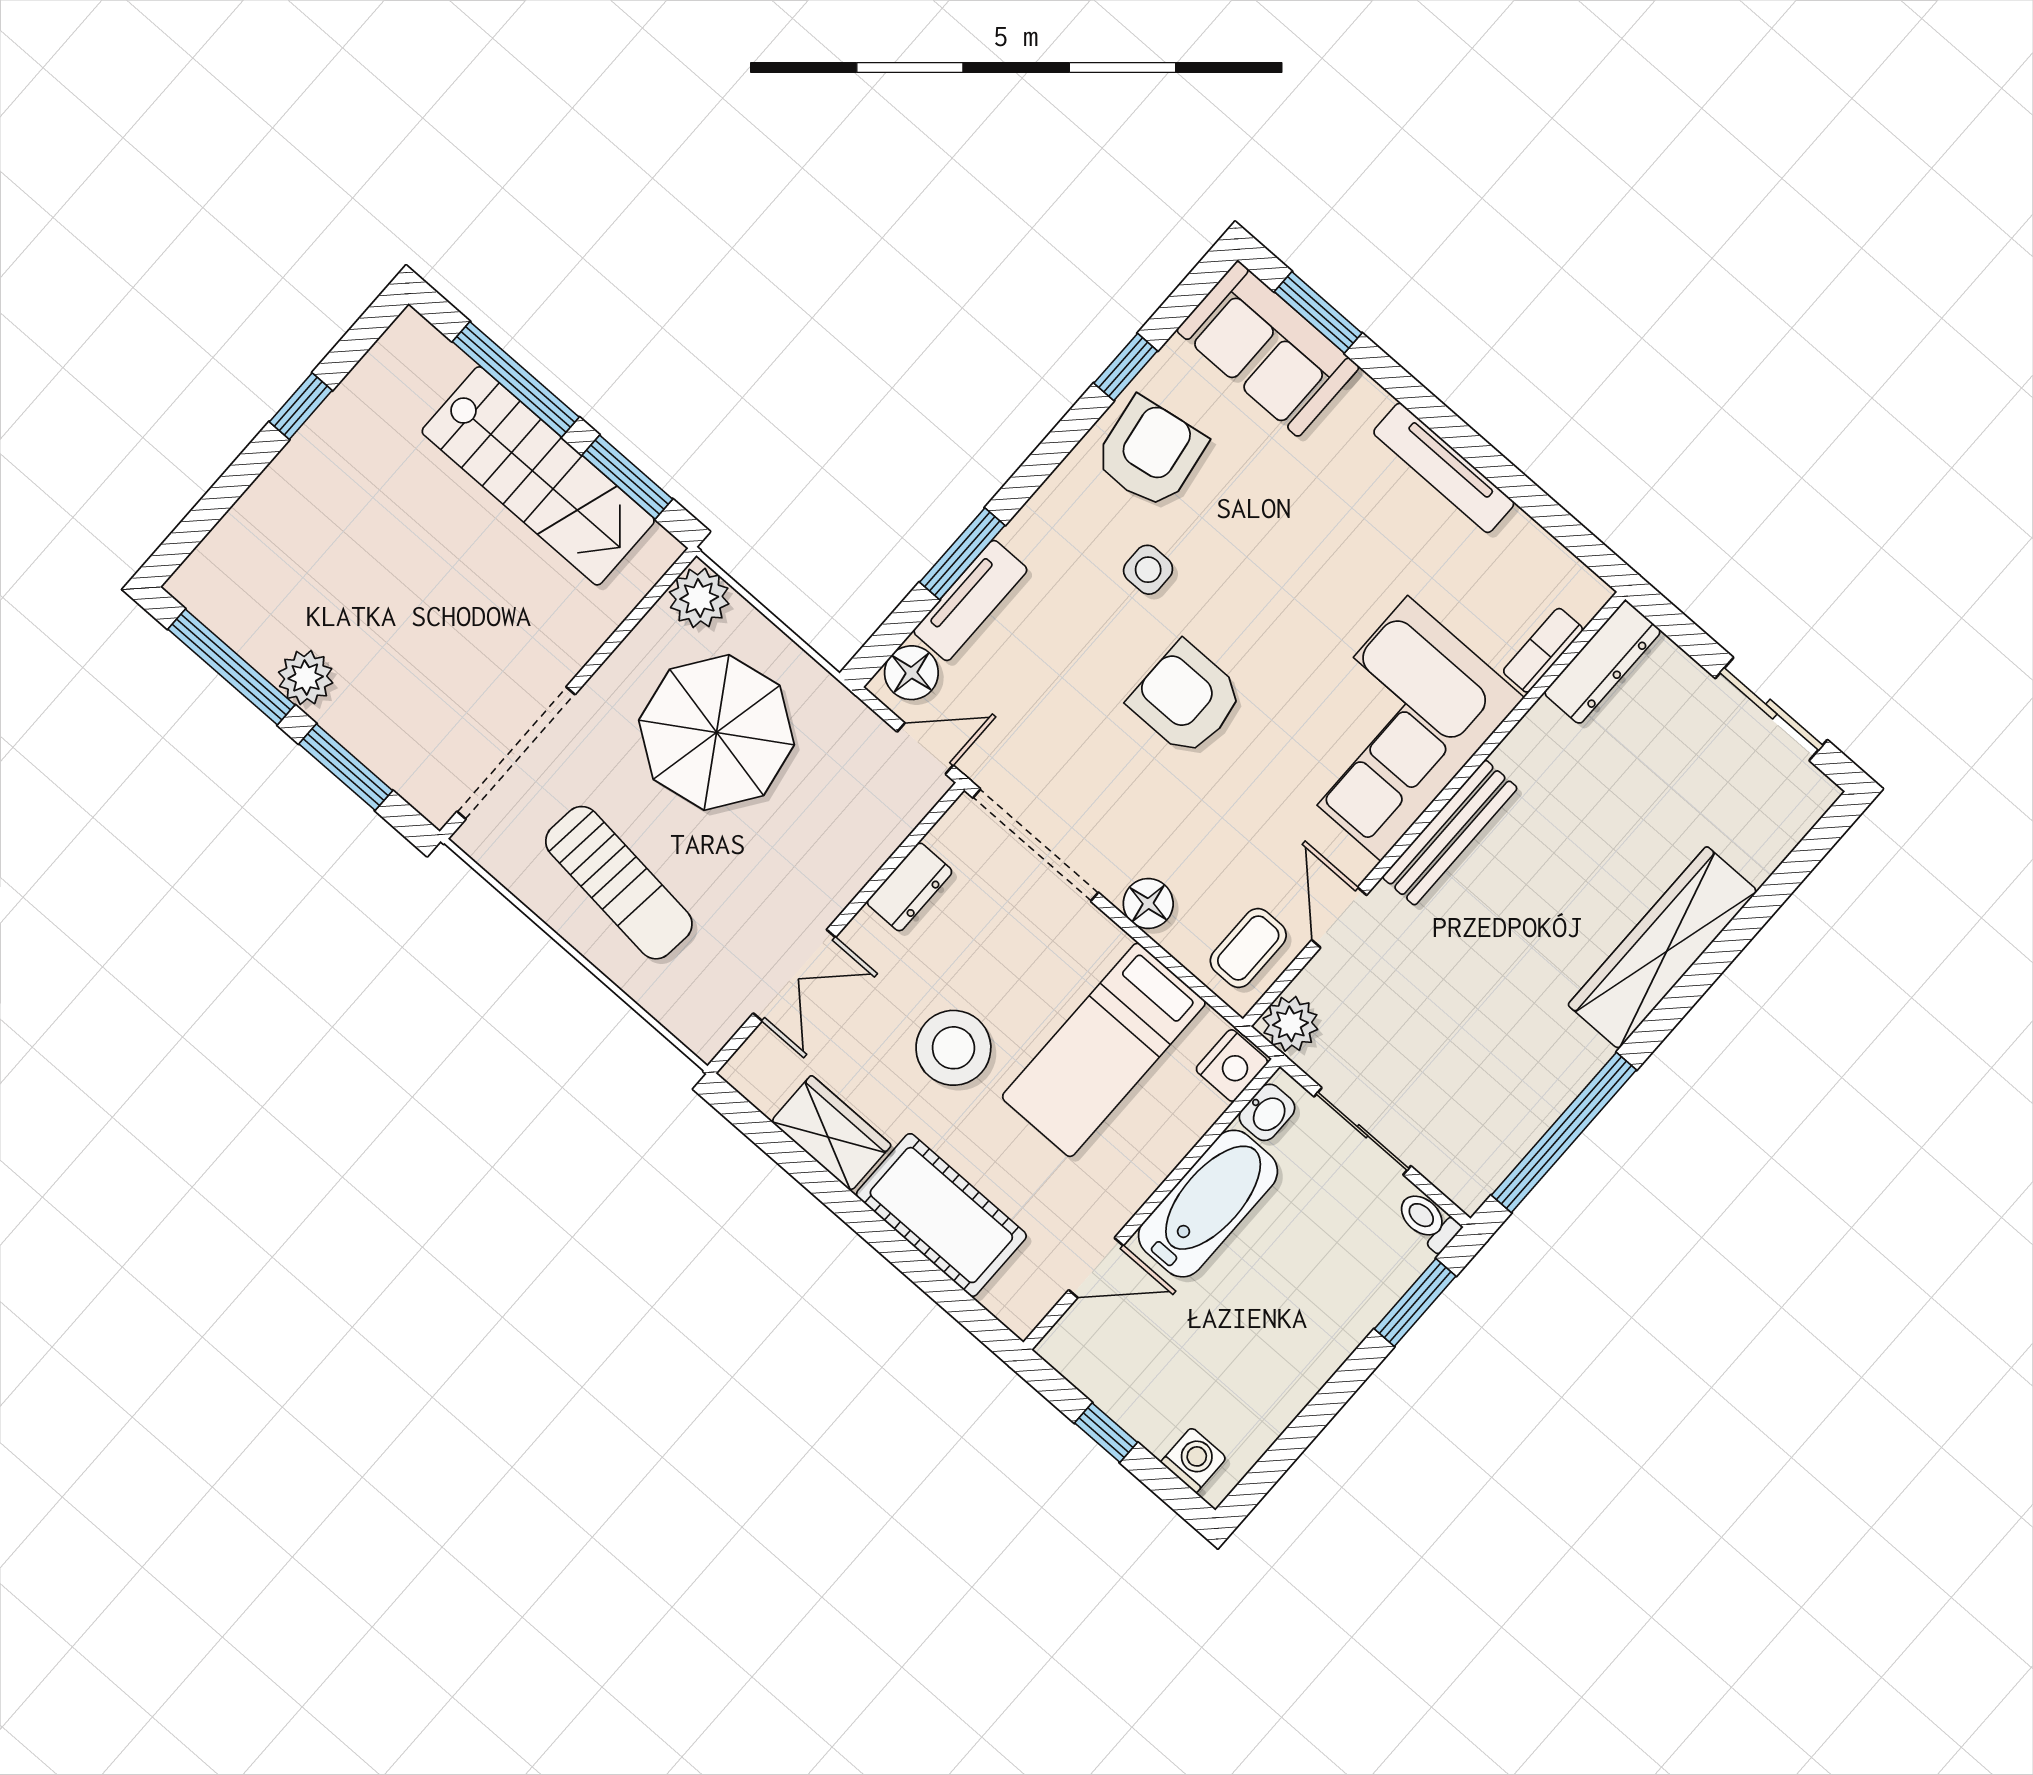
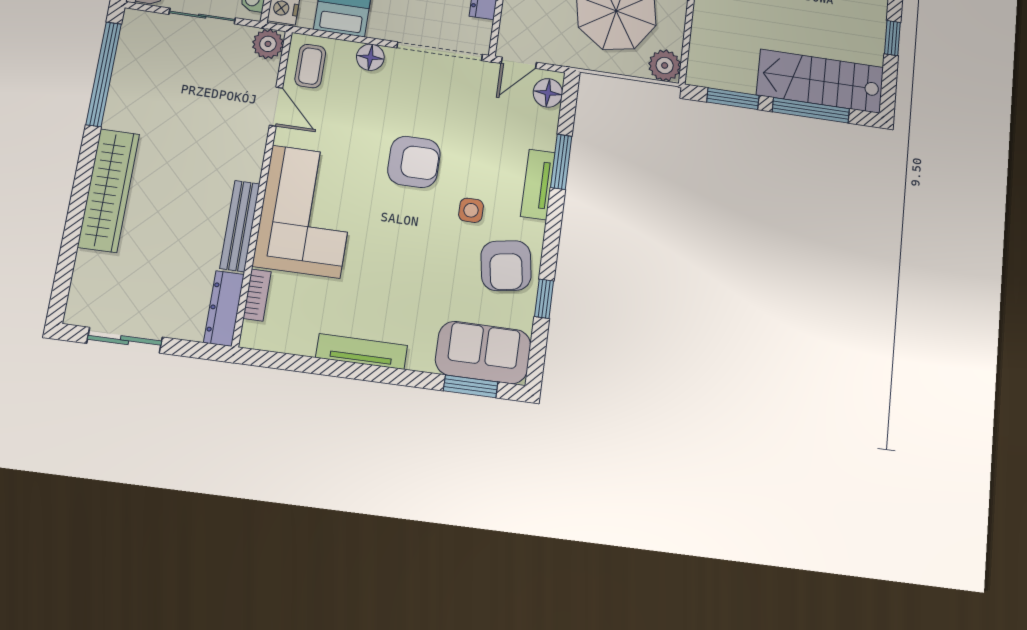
stairs: (538, 476) -> (820, 81), moved
tv unit: (970, 601) -> (538, 184), moved
bench: (1450, 833) -> (240, 226), moved

